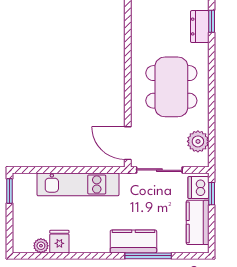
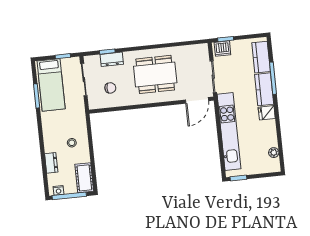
chair: (159, 20) -> (110, 88), added
plant: (198, 141) -> (191, 52), removed
kitchen unit: (78, 184) -> (229, 132), width x1.36
kitchen counter: (198, 222) -> (261, 57), moved, turned 90
fridge: (59, 242) -> (267, 113), moved

